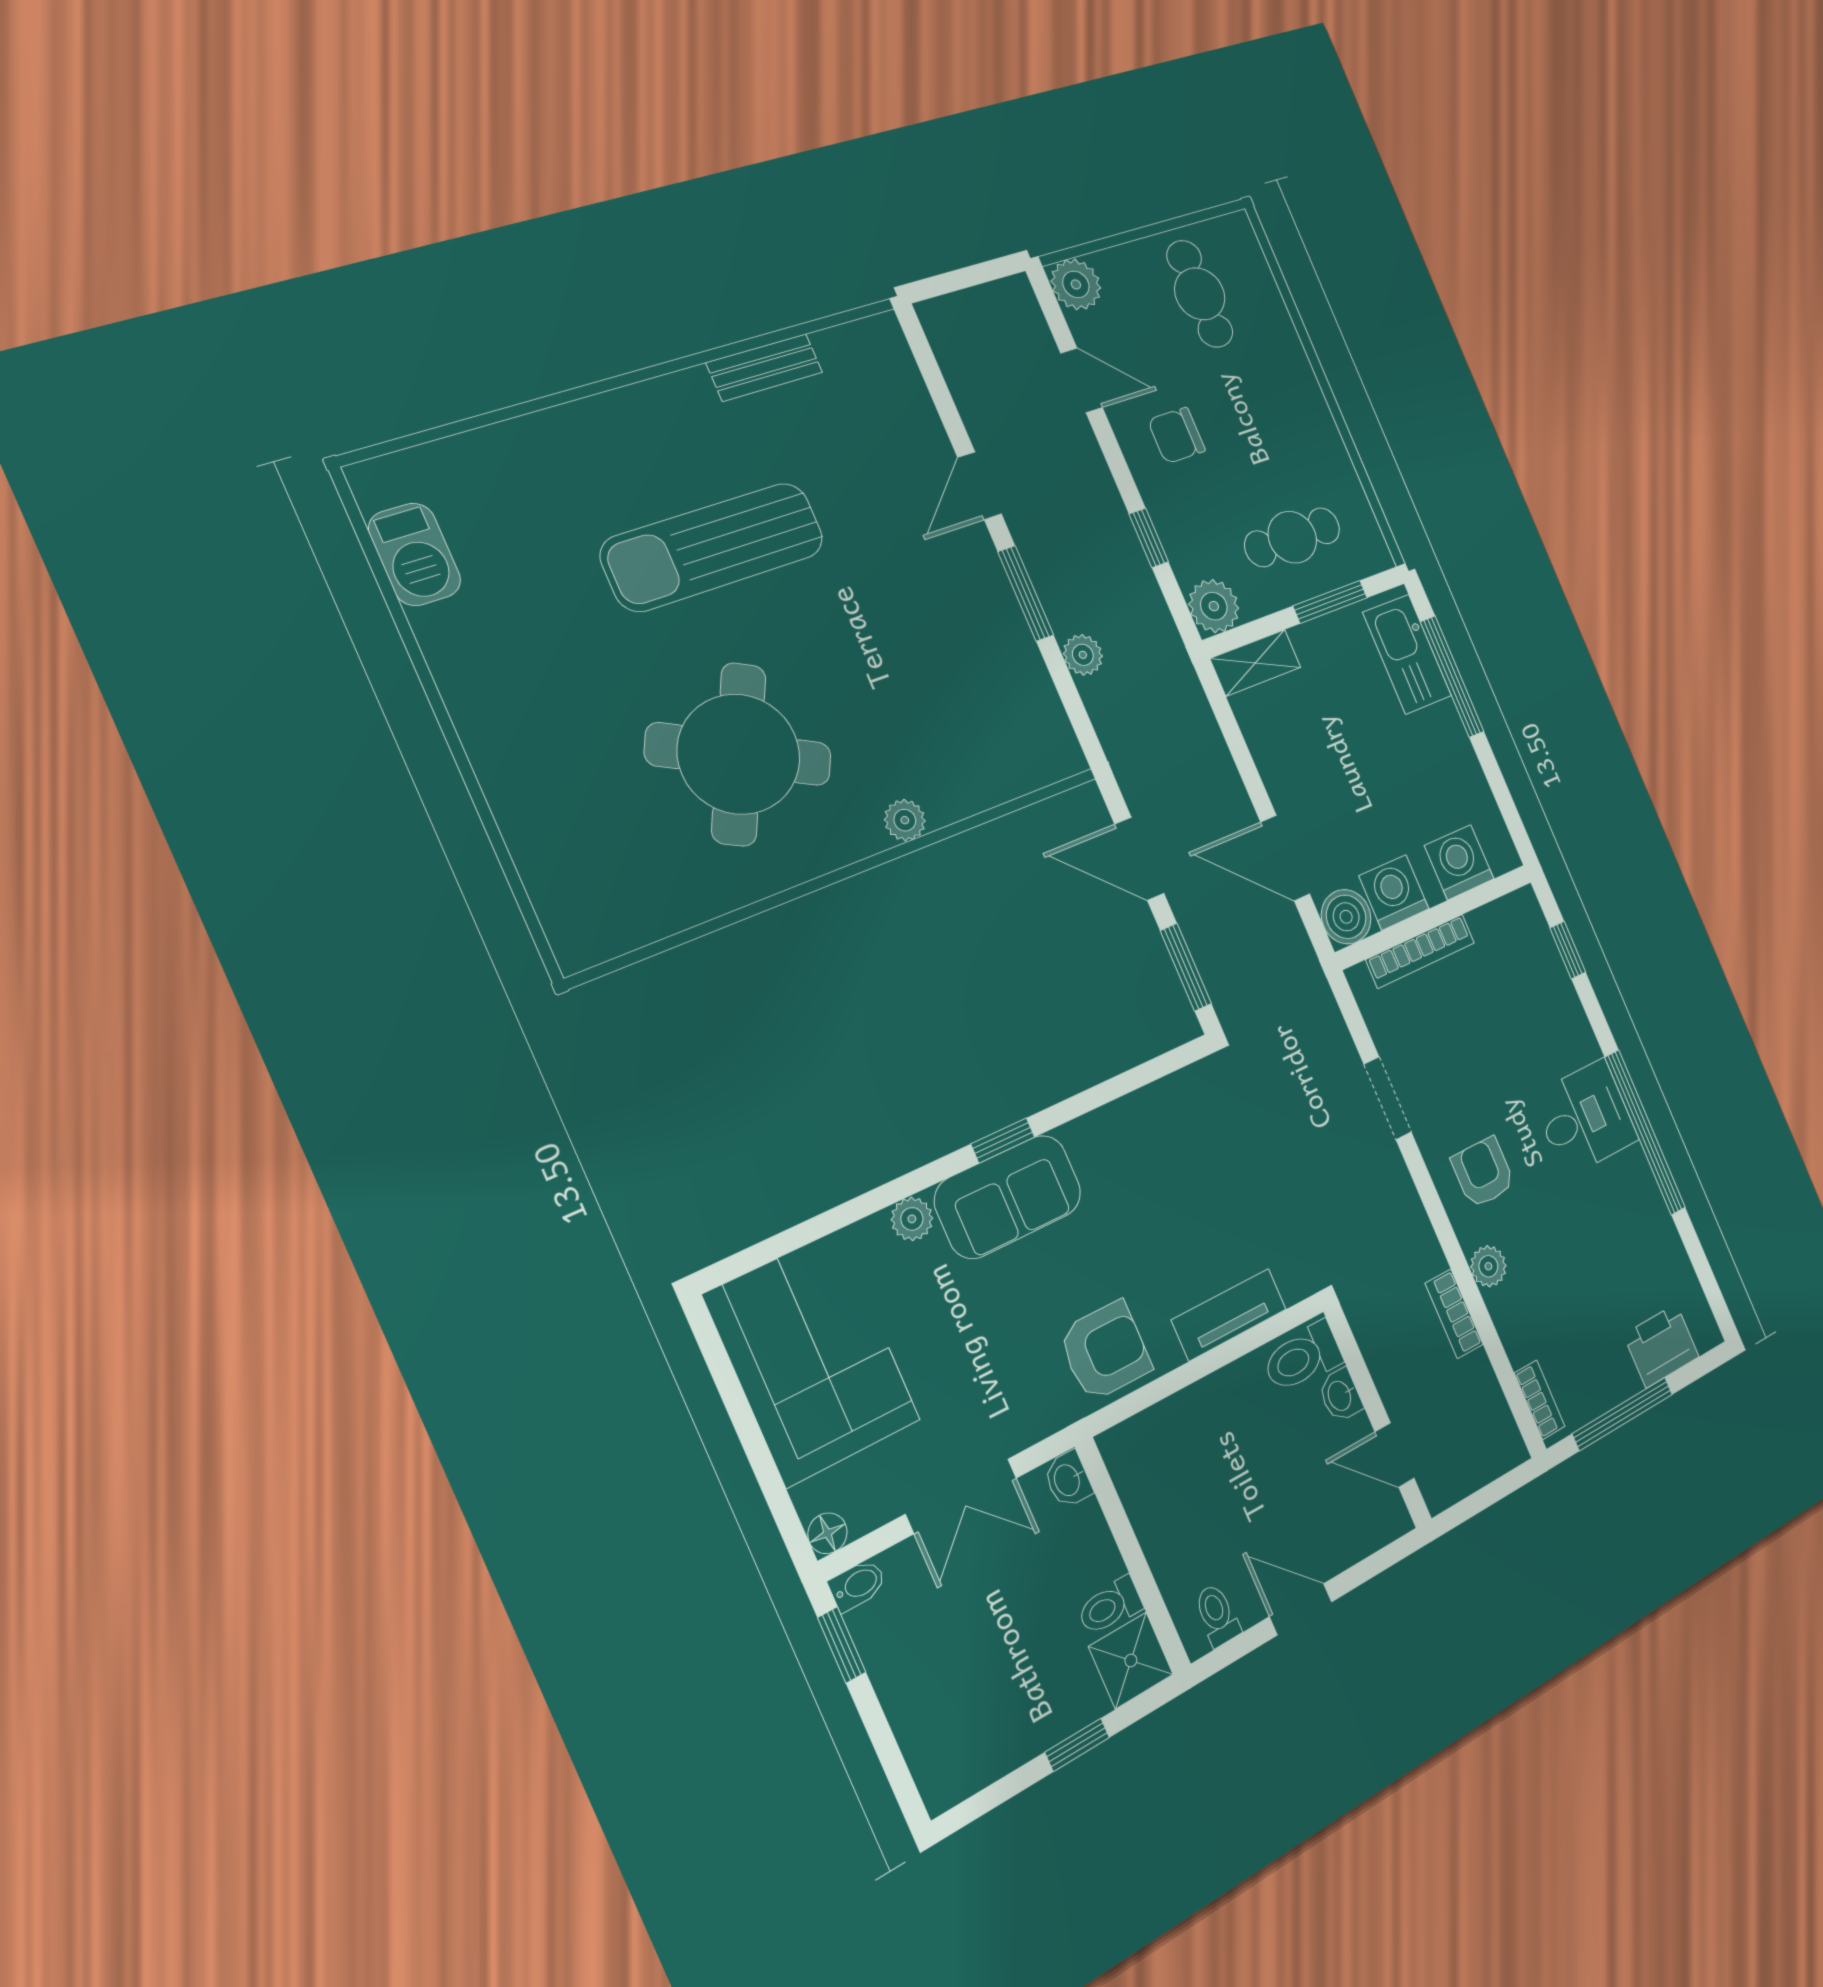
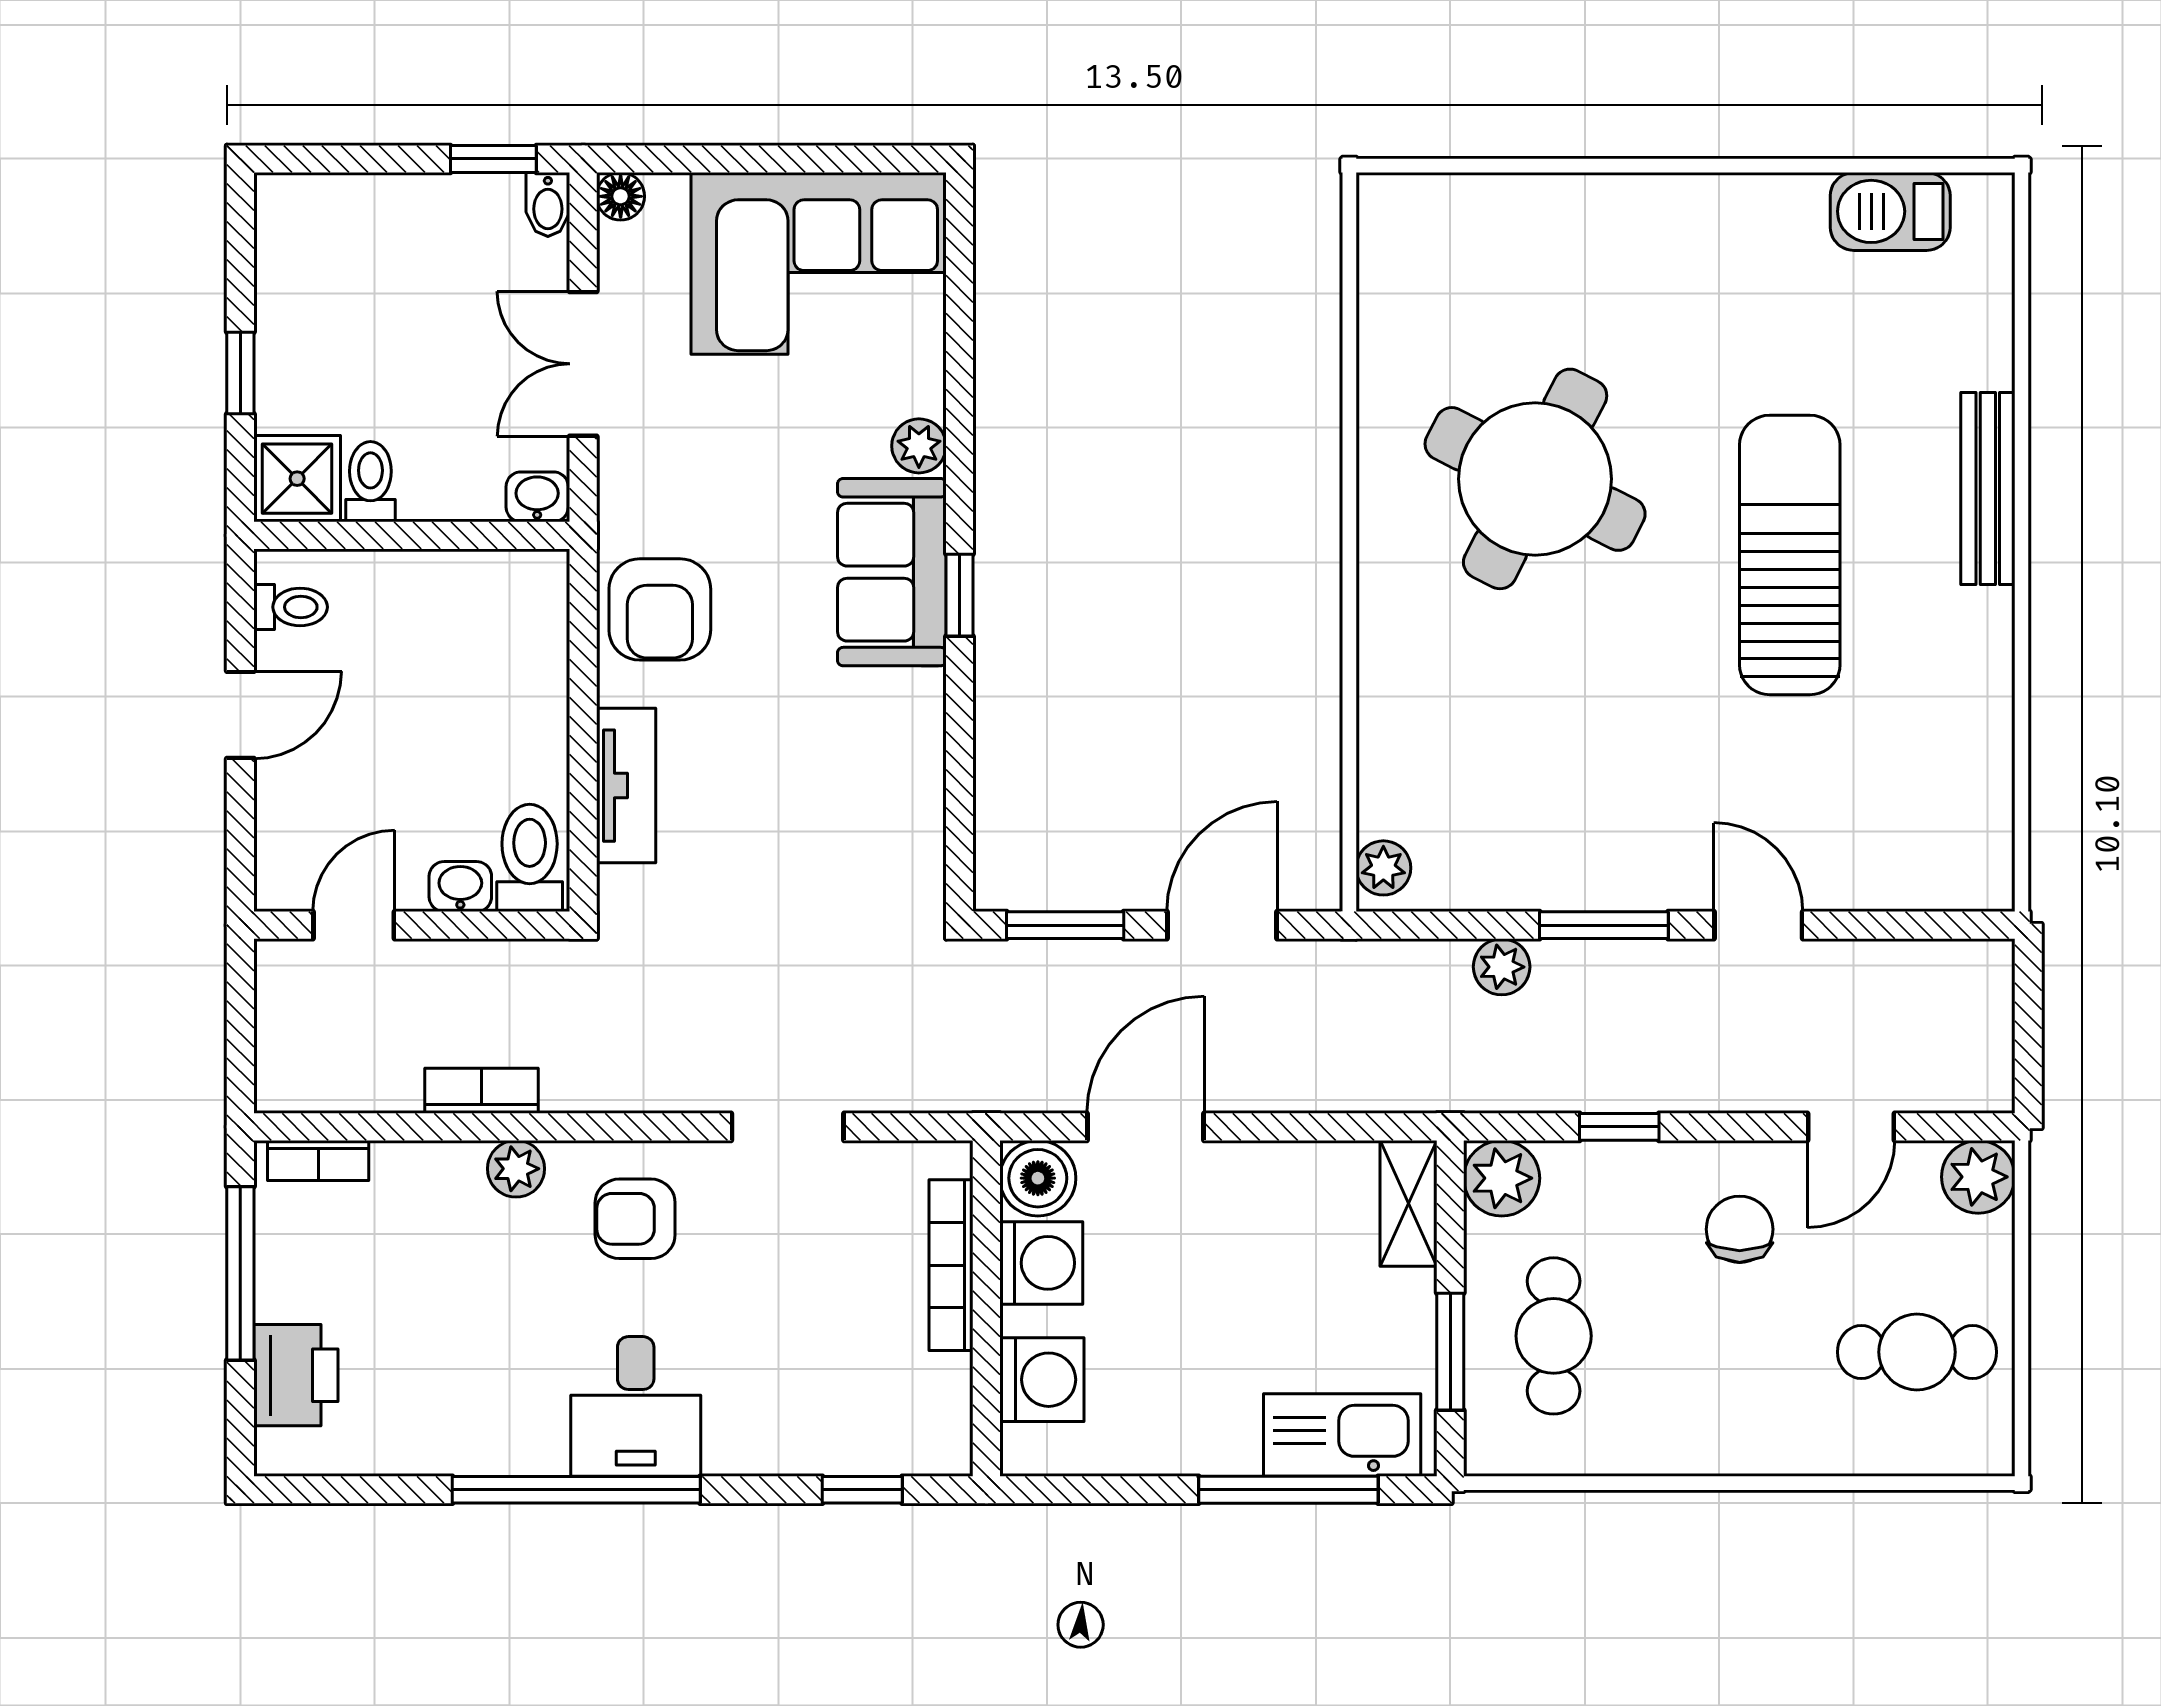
bench: (764, 367) -> (1988, 489), moved, width x1.36
plant: (905, 820) -> (1383, 868), moved
armchair: (1483, 1172) -> (635, 1219), turned 180

